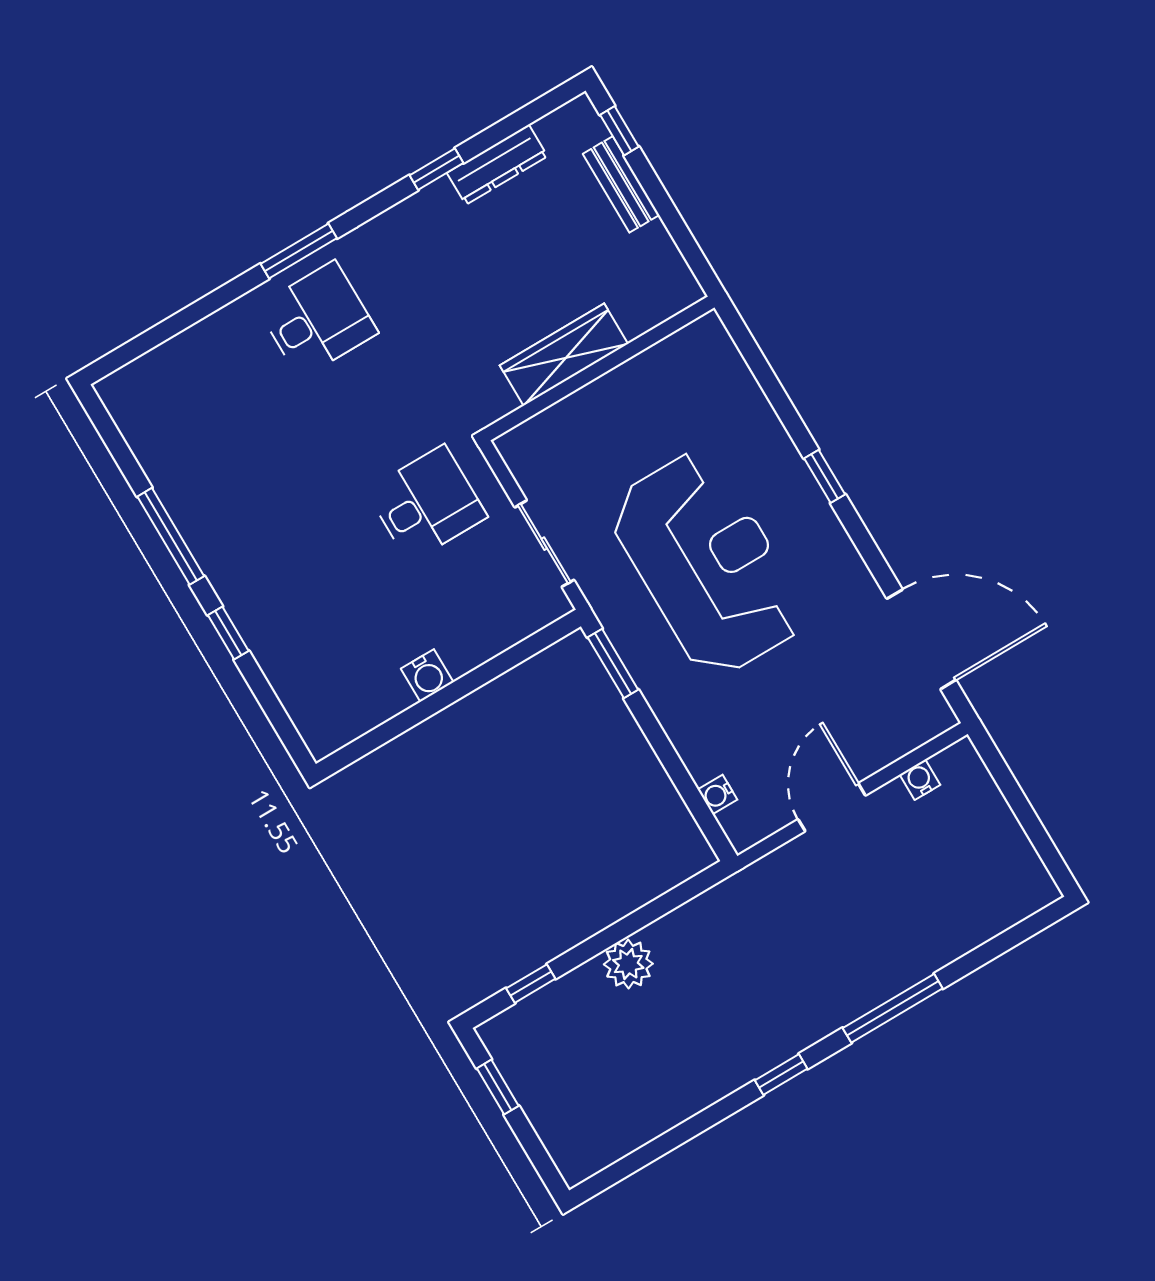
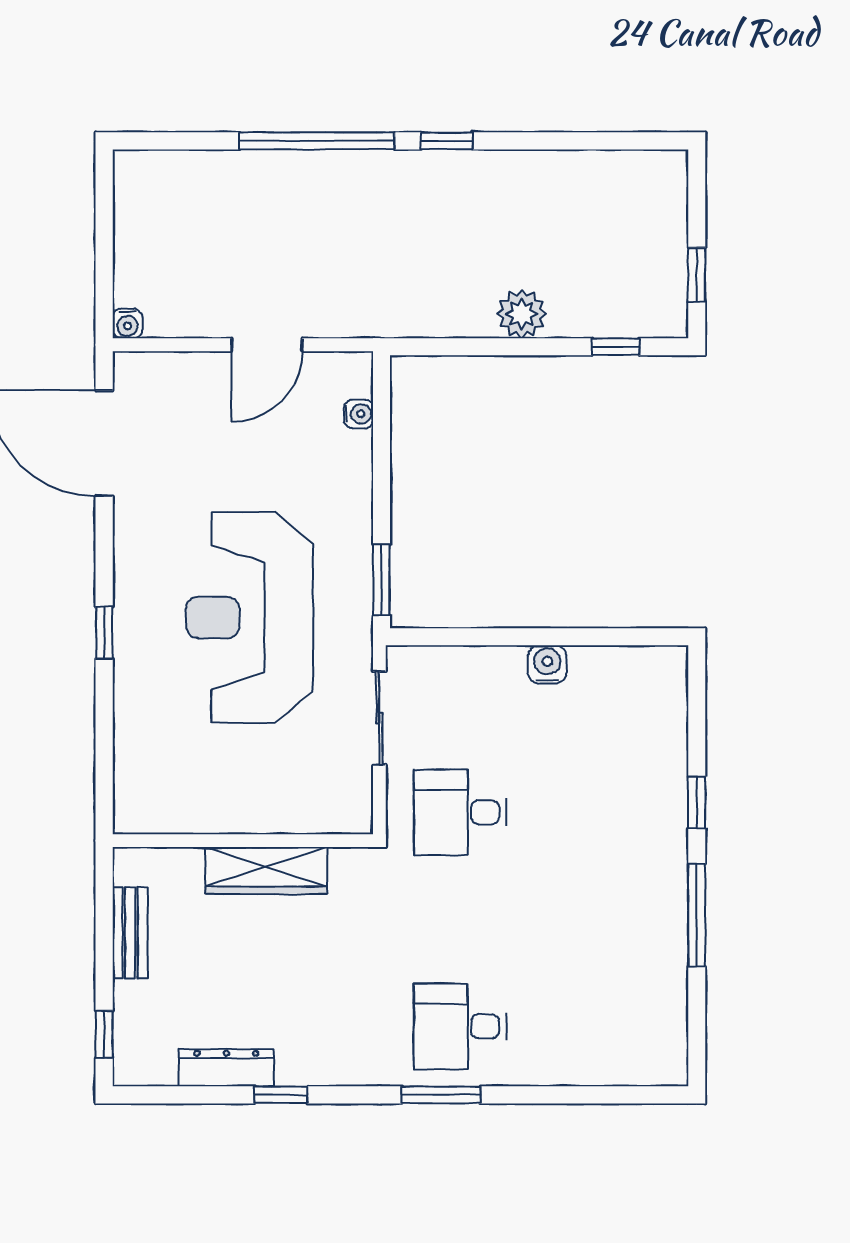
bench: (621, 184) -> (130, 933), moved
water cooler: (920, 780) -> (127, 323), moved
window: (893, 1008) -> (317, 141), width x1.46

